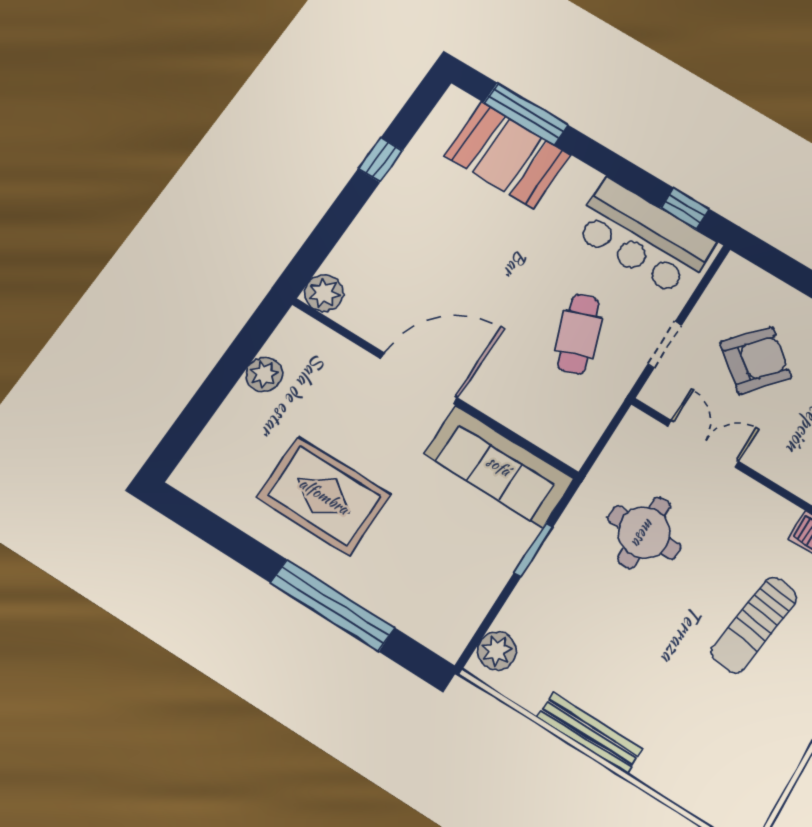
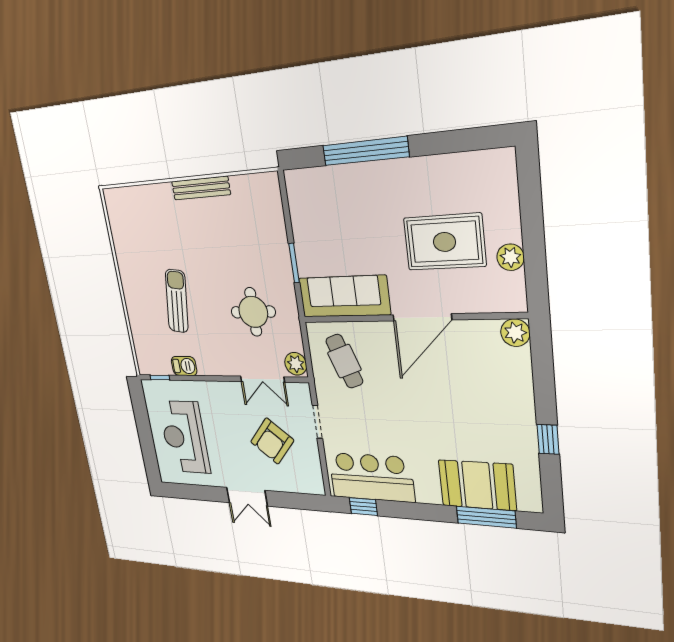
cafe table: (579, 334) -> (344, 361), moved
rug: (324, 496) -> (444, 242), moved
plant: (497, 651) -> (296, 364), moved

